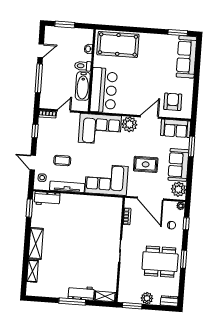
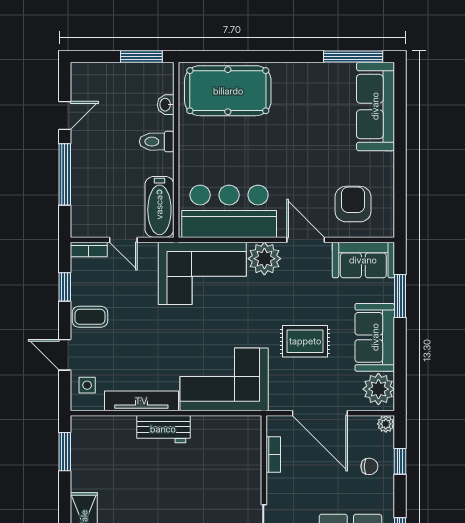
window: (65, 25) -> (141, 56), moved
window: (178, 33) -> (353, 56), width x1.44
bathtub: (83, 86) -> (159, 207), moved
bar counter: (104, 90) -> (229, 211), moved, turned -90
door: (64, 111) -> (123, 240), swing flipped
door: (149, 117) -> (306, 240), hinge flipped
coffee table: (62, 160) -> (90, 317), moved
workbench: (47, 199) -> (163, 429), moved

